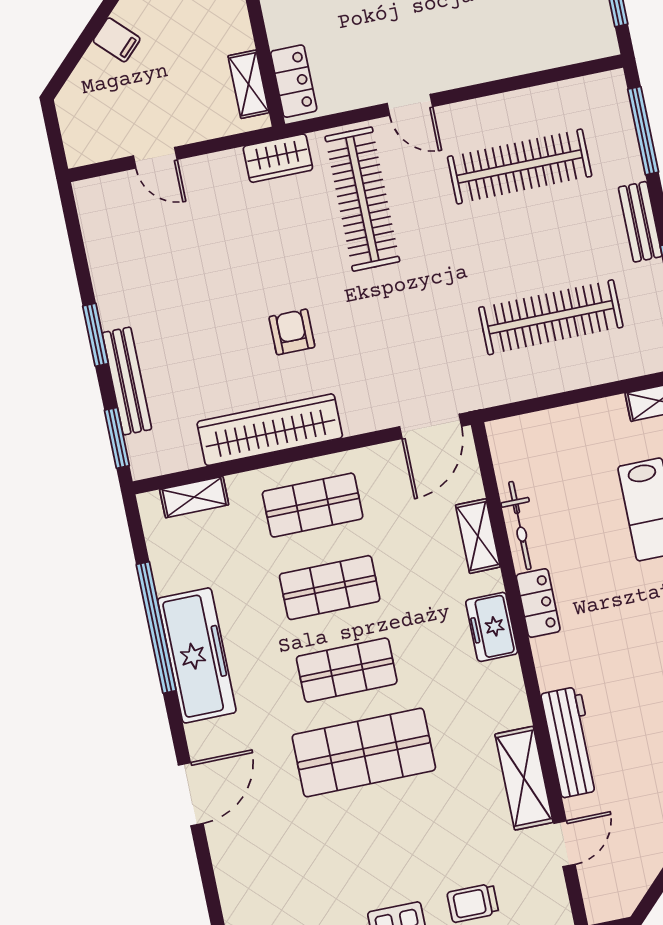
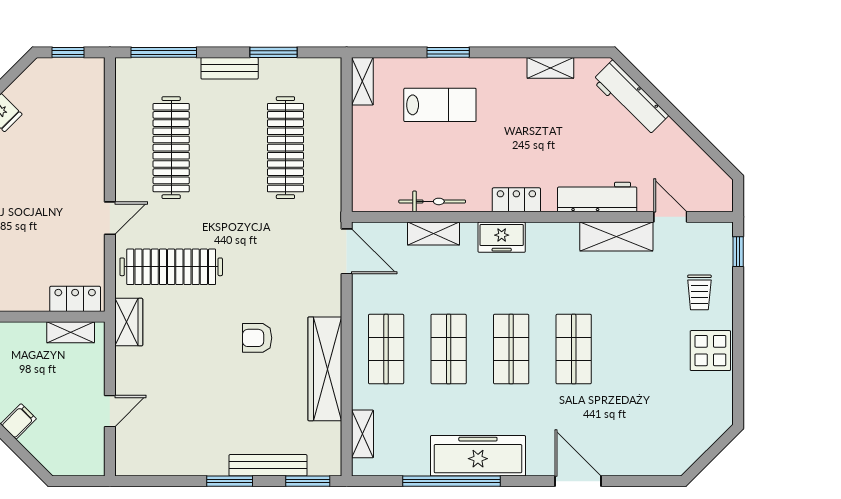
locker: (538, 603) -> (516, 200), moved
shop shelf: (364, 753) -> (574, 349), width x0.70, depth x0.74

